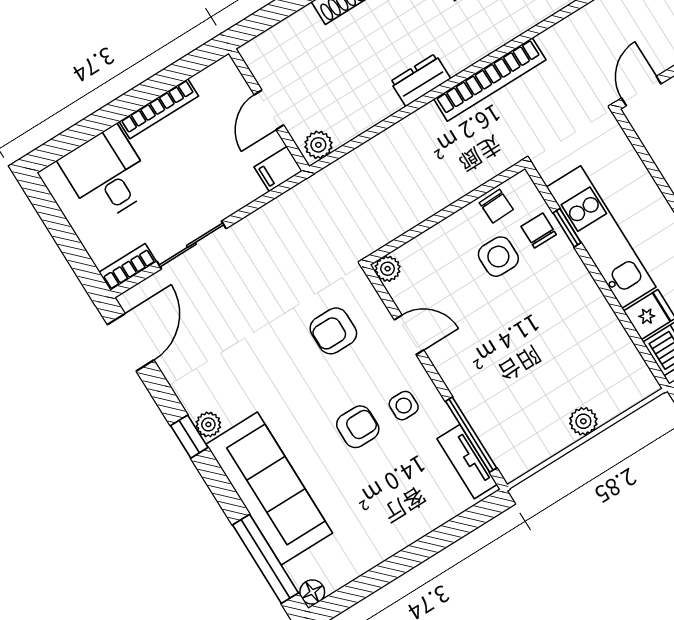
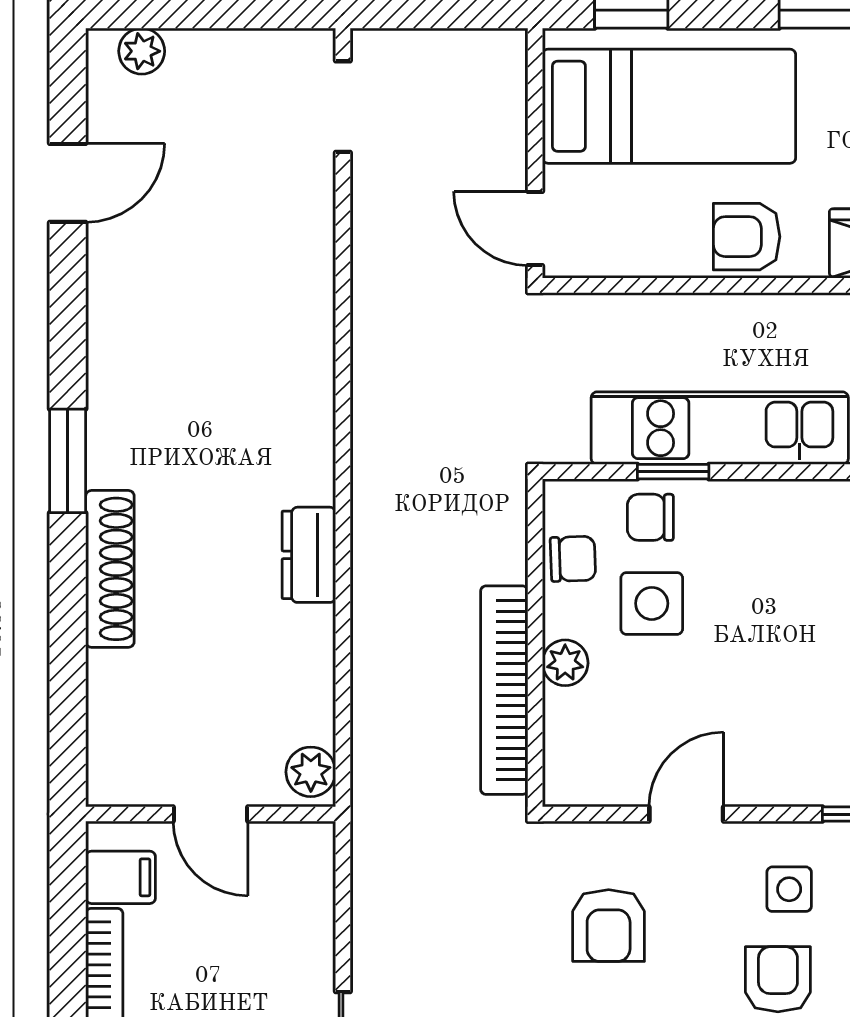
bookcase: (490, 79) -> (504, 690), moved, turned 180
filing cabinet: (278, 169) -> (121, 877), moved, turned -90
plant: (388, 269) -> (565, 663), moved

